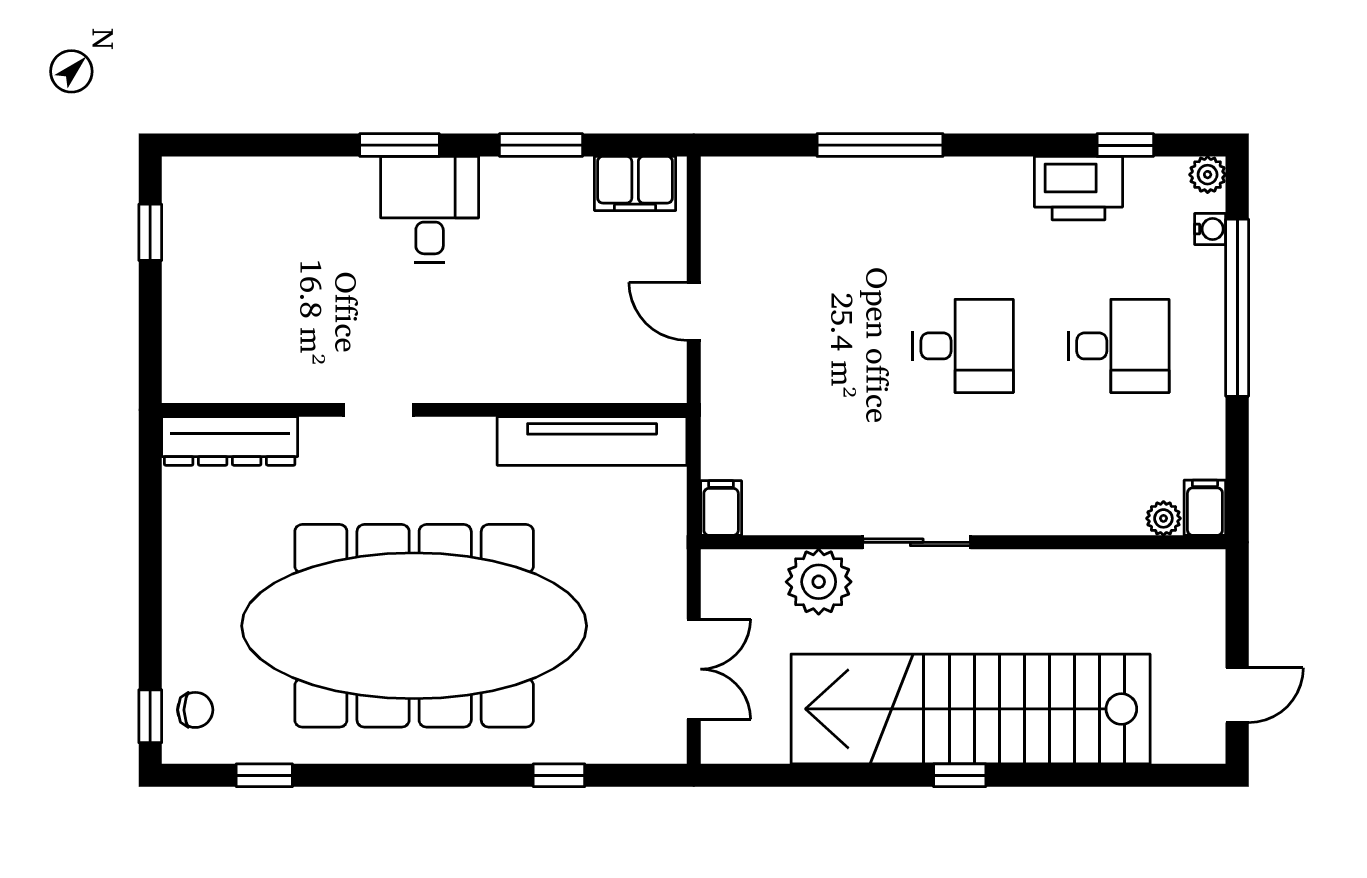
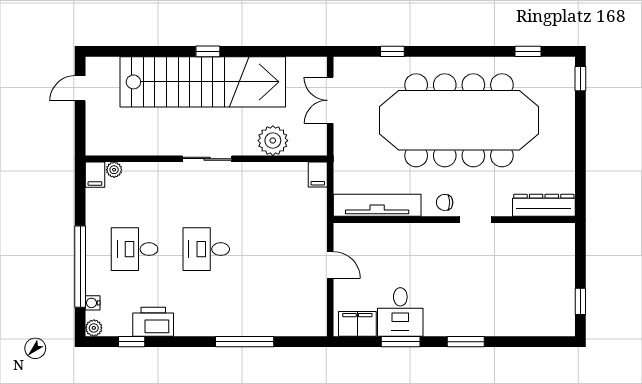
desk: (430, 209) -> (400, 312), moved
sliding door: (917, 542) -> (207, 159), moved
chair: (195, 710) -> (445, 202), moved

